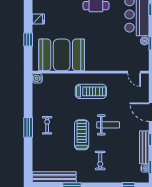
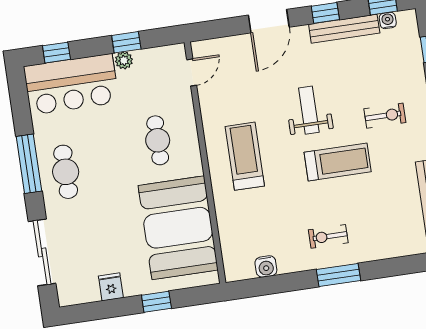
cafe table: (104, 51) -> (158, 140), added
water cooler: (37, 78) -> (266, 266), moved
treadmill: (82, 135) -> (338, 162), turned 180

